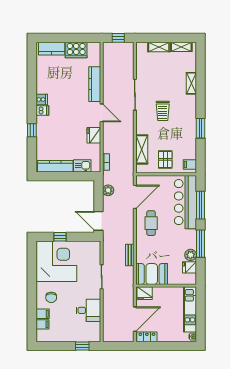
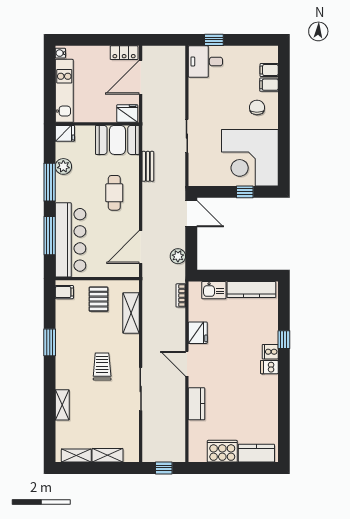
kitchen counter: (95, 84) -> (197, 404), width x0.67
cooker: (42, 99) -> (270, 352), moved
cafe table: (151, 223) -> (114, 193), moved
fridge: (189, 267) -> (65, 133), moved
desk: (88, 310) -> (205, 62), moved

